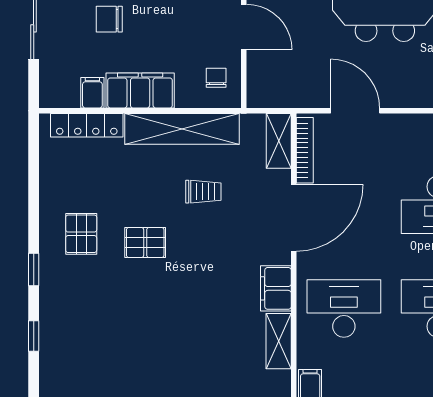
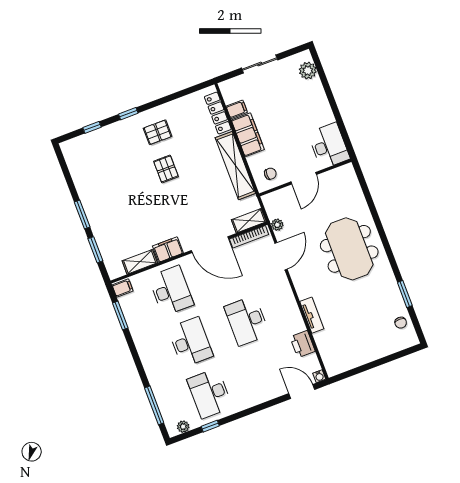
chair: (109, 19) -> (280, 103), removed
plant: (302, 98) -> (277, 225), added
trolley: (203, 192) -> (206, 190), removed

